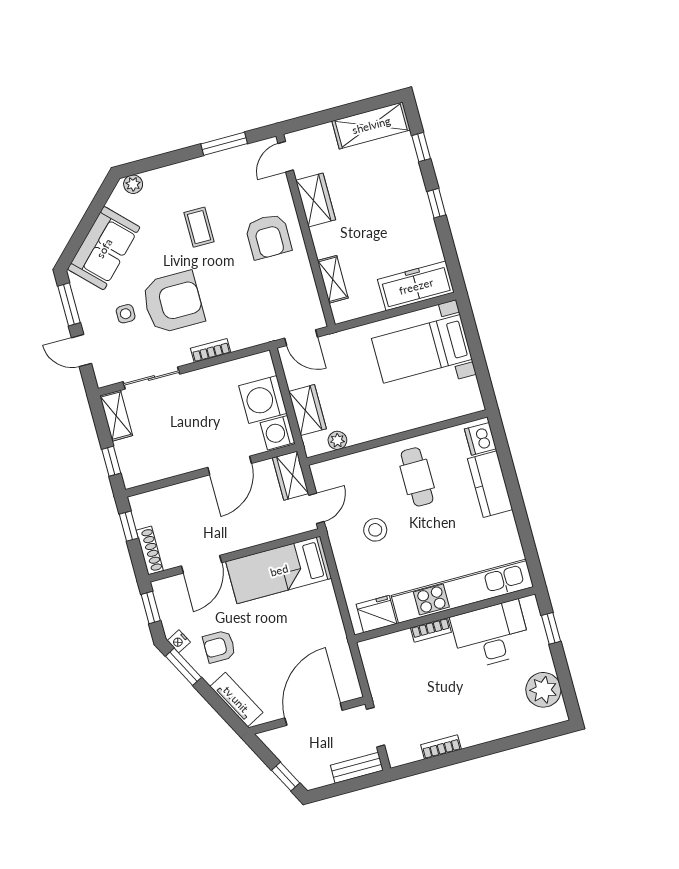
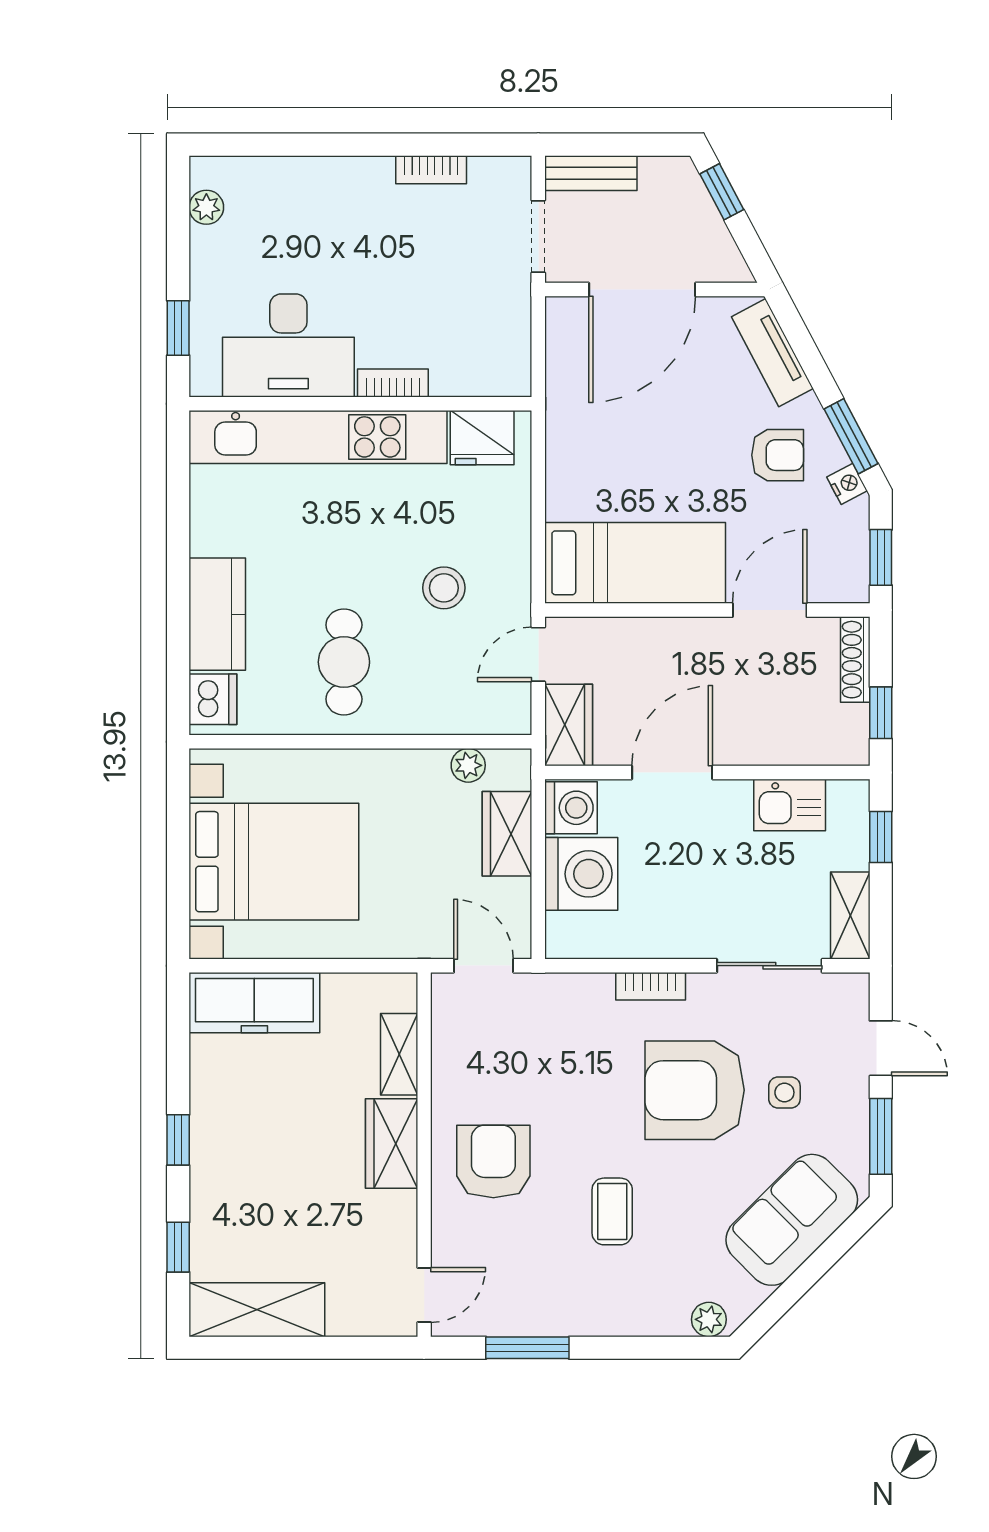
wardrobe: (316, 200) -> (392, 1143), moved
bed with nightstands: (422, 349) -> (274, 862), width x1.36
kitchen sink: (164, 465) -> (790, 805), added
plant: (543, 690) -> (206, 207), width x0.53, depth x0.53

